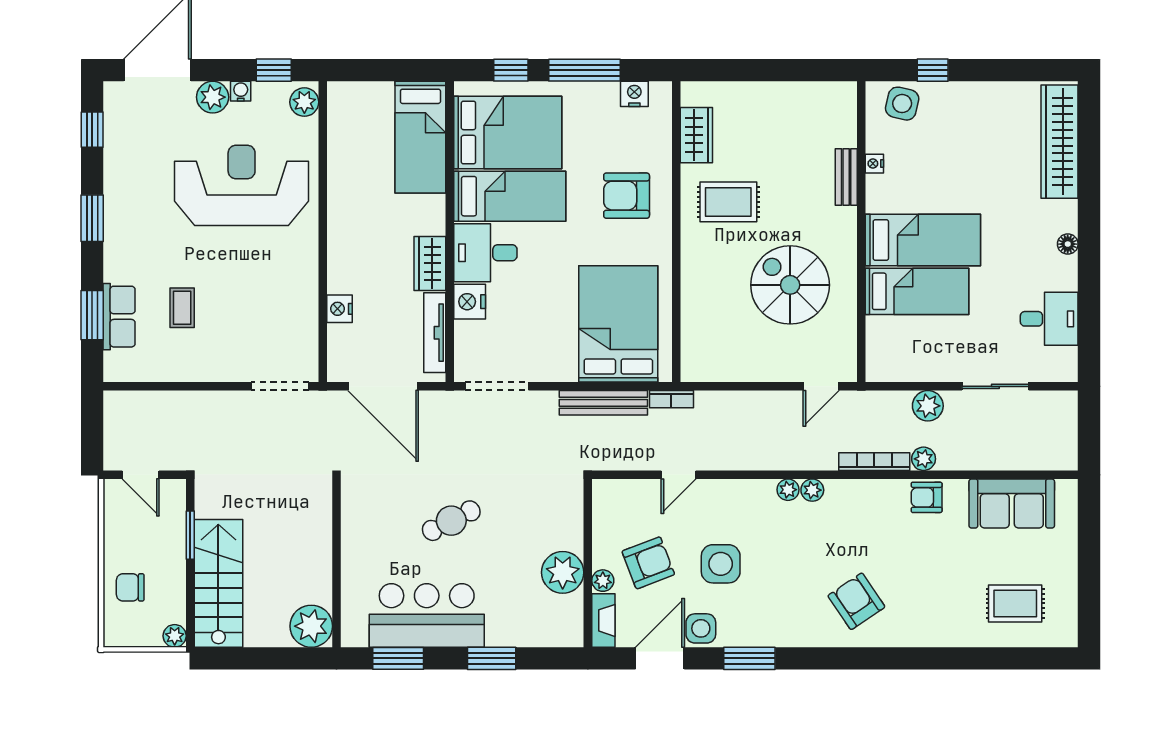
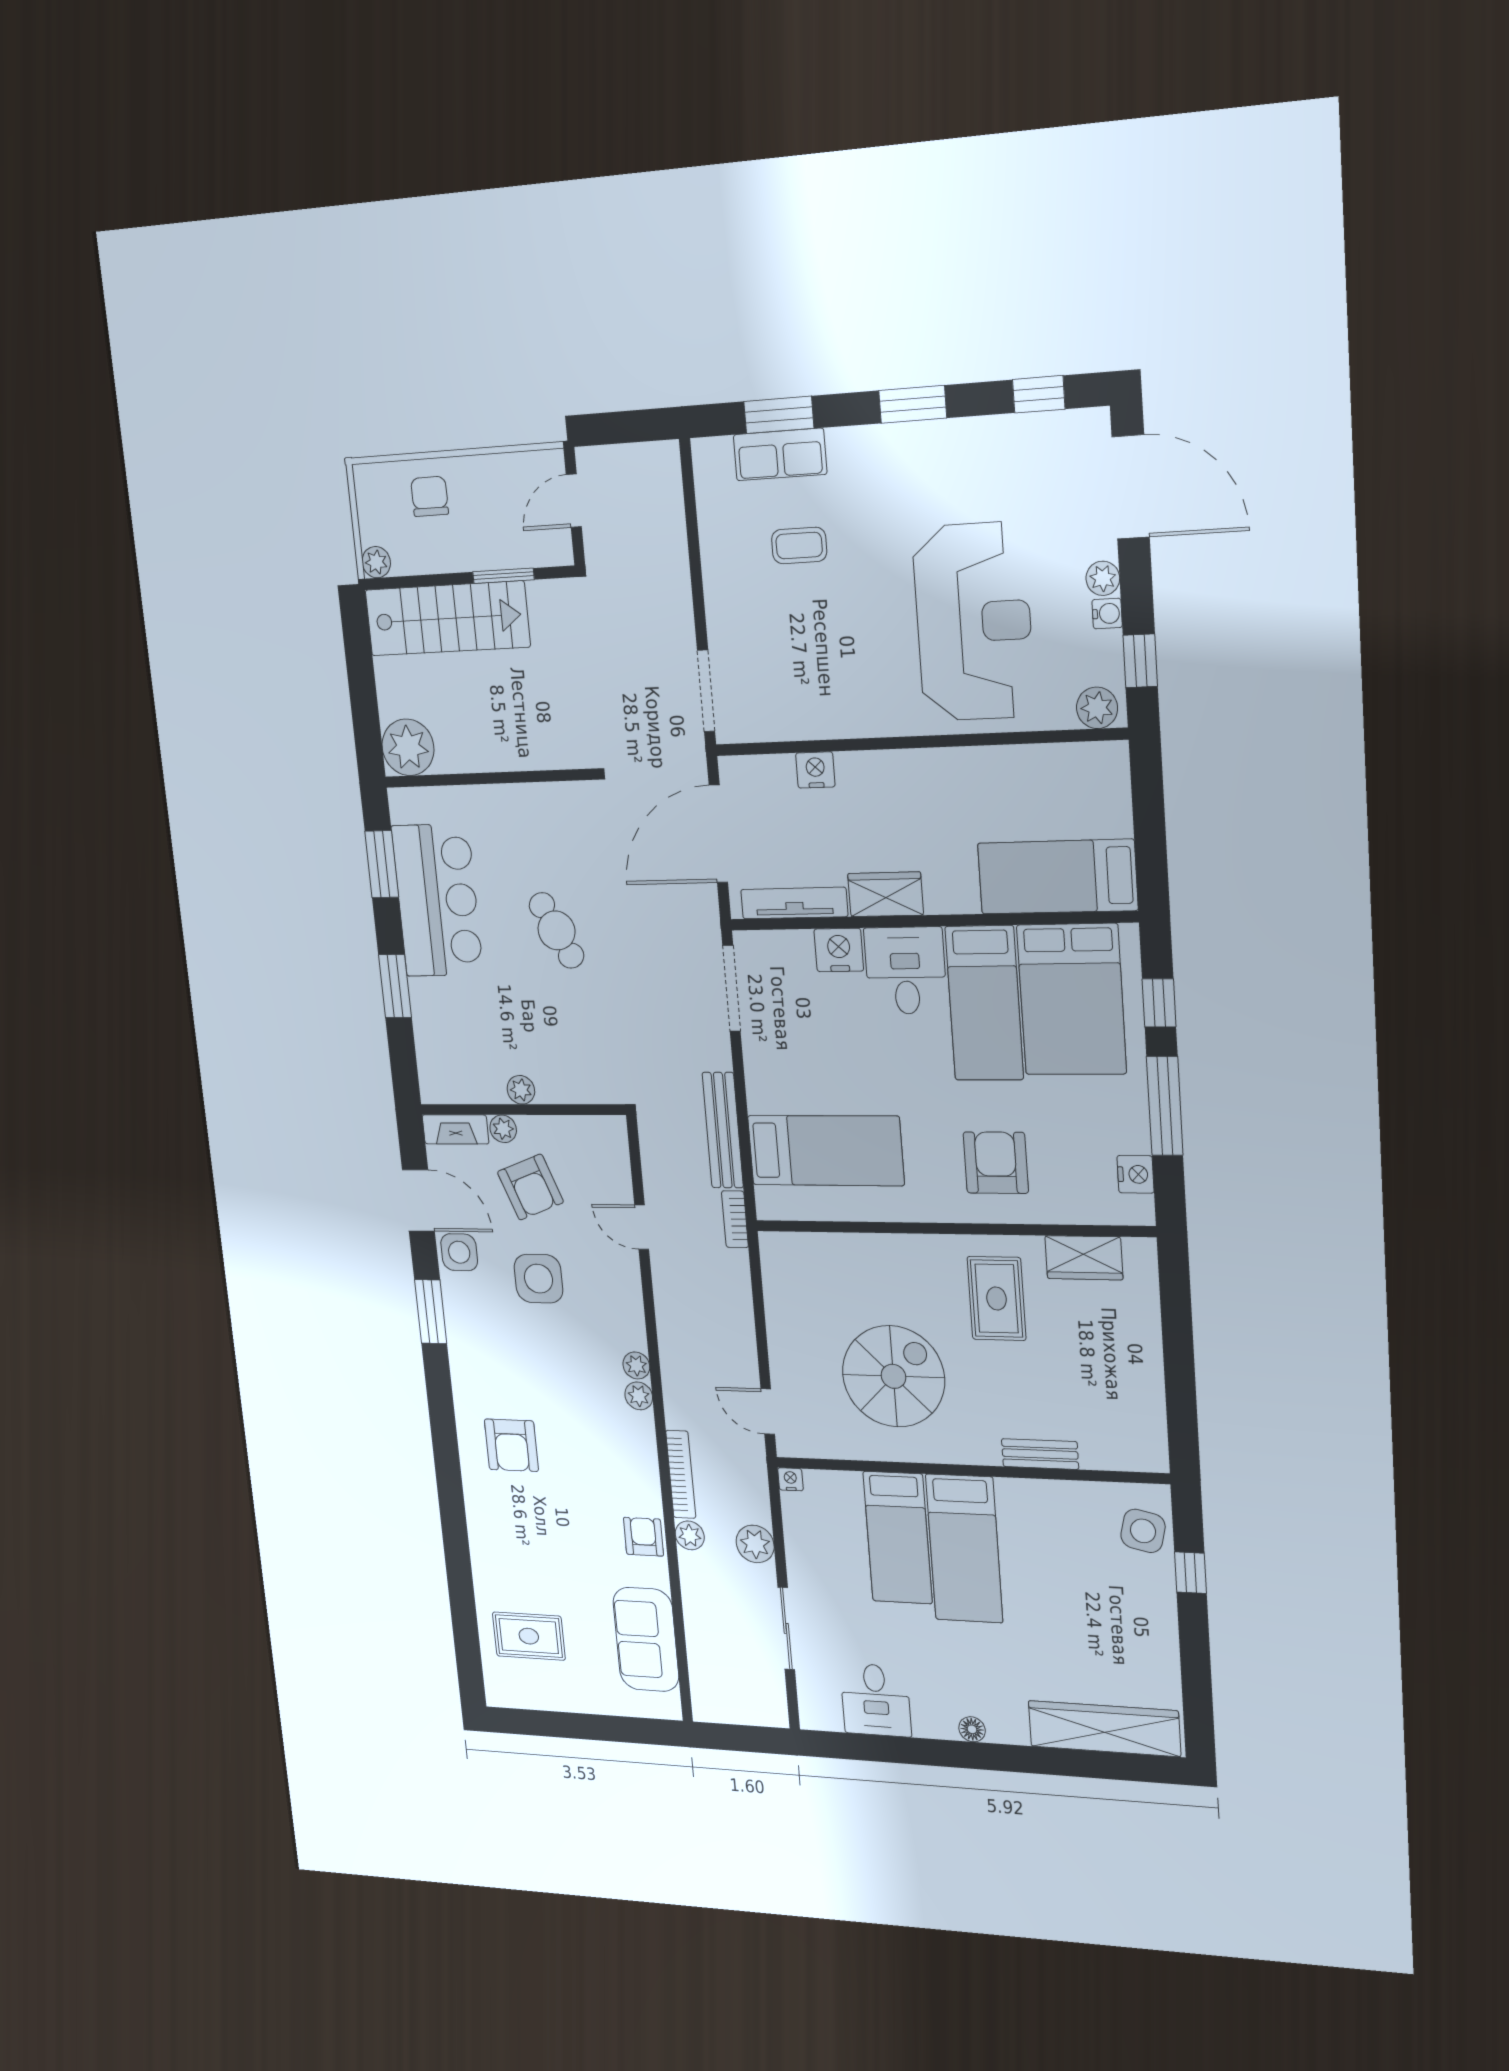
plant: (213, 97) -> (1103, 578), width x0.73, depth x0.73
nightstand: (874, 164) -> (790, 1479), moved
bed: (618, 324) -> (826, 1151), width x0.67
plant: (563, 572) -> (521, 1090), width x0.53, depth x0.53
armchair: (856, 601) -> (511, 1445), turned 124
rug: (1015, 603) -> (529, 1636), turned 90

